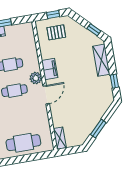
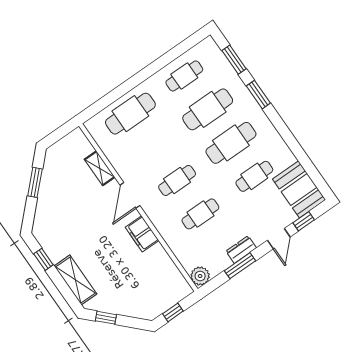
pallet: (56, 32) -> (157, 289), removed
plant: (36, 78) -> (200, 276), moved
shelving: (60, 138) -> (100, 168), moved

